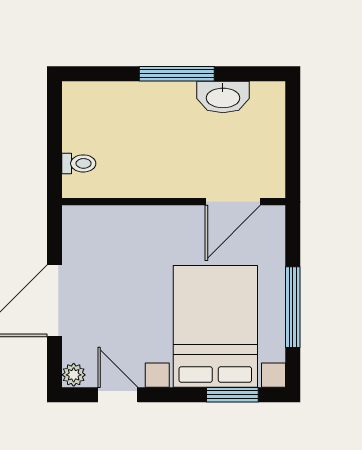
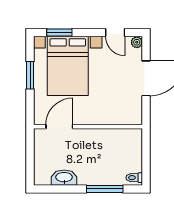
window: (177, 74) -> (105, 189), moved
toilet: (79, 163) -> (134, 178), moved
window: (293, 307) -> (30, 75), width x0.69

